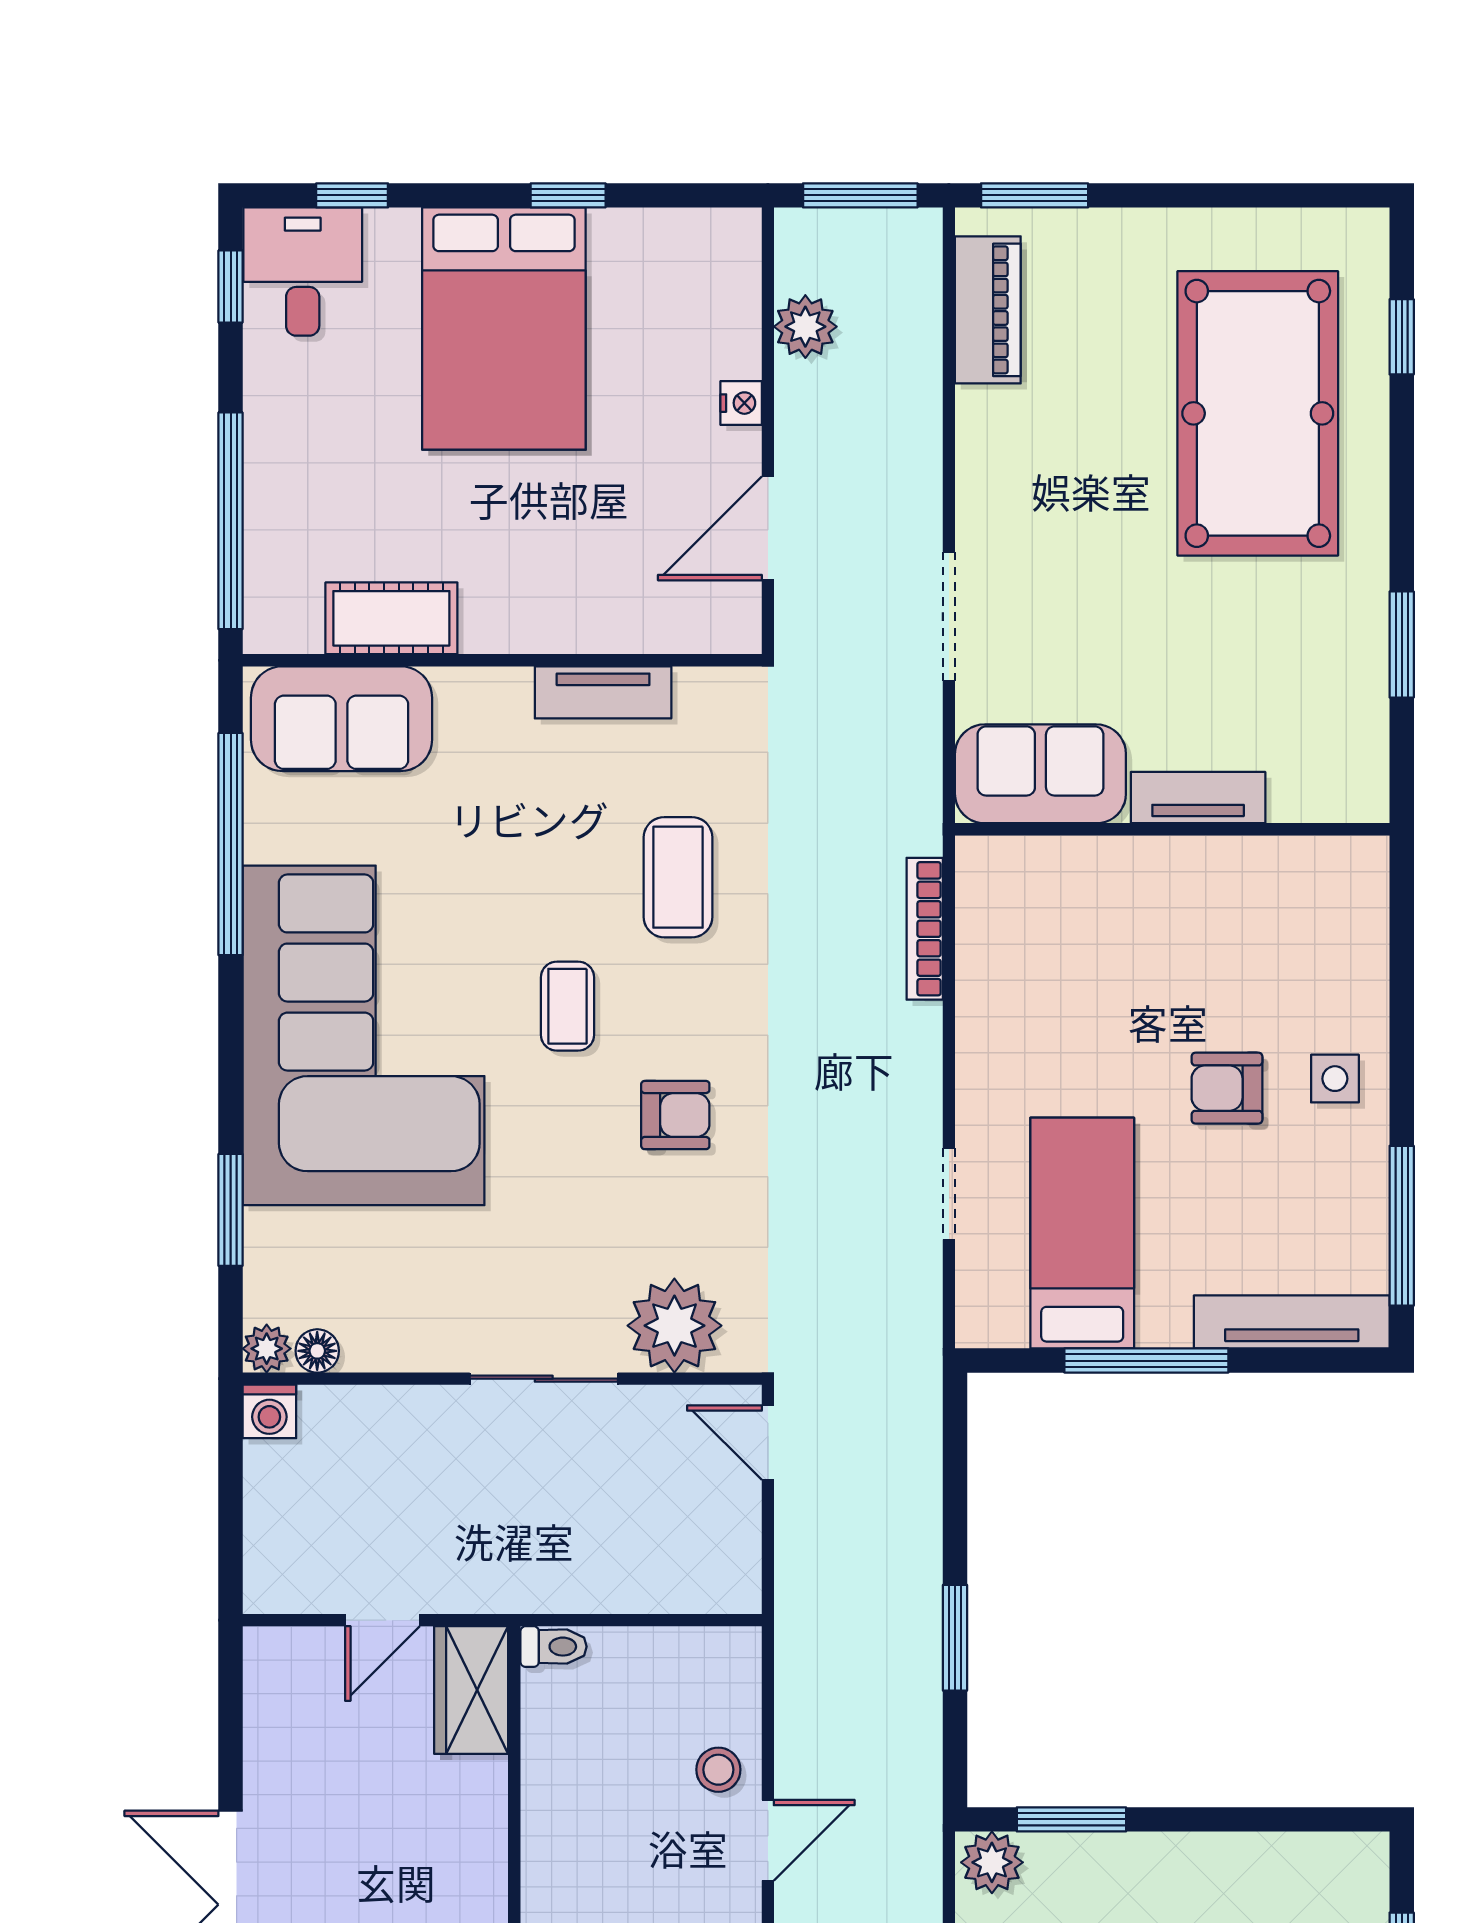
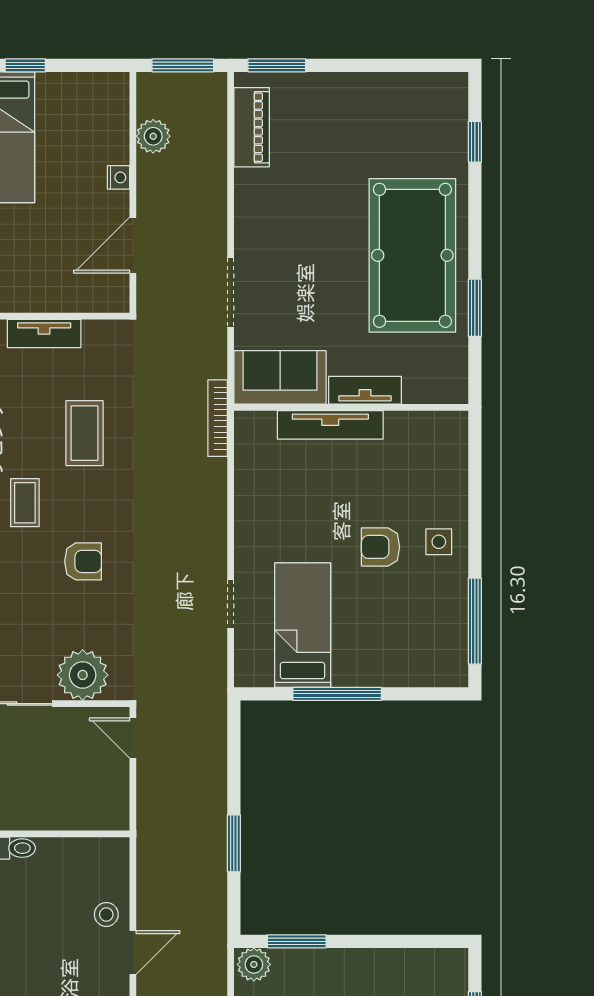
pool table: (1258, 413) -> (412, 255), moved
bookcase: (925, 929) -> (218, 418), moved
tv unit: (1292, 1322) -> (330, 425), moved, turned 180

